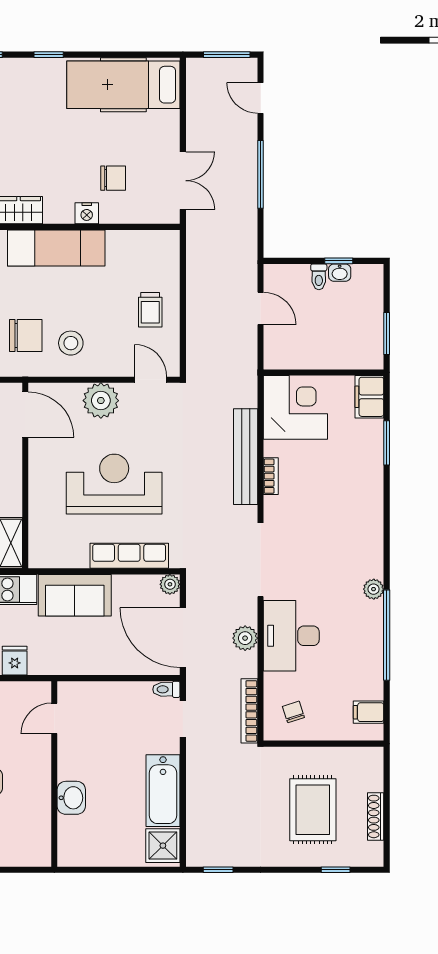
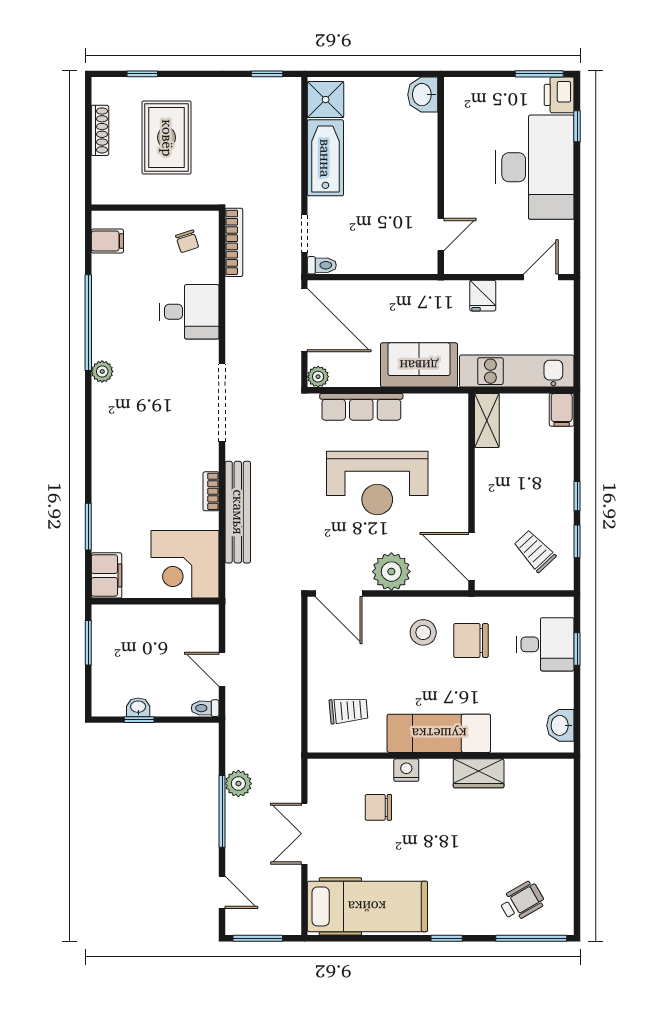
double door: (183, 181) -> (304, 834), moved
toilet: (319, 277) -> (205, 708), moved, turned -90
trolley: (150, 310) -> (348, 710), moved, turned 85
door: (151, 380) -> (339, 594), width x1.38
desk: (291, 636) -> (189, 312), width x0.73
plant: (245, 638) -> (238, 784), moved
washbasin: (71, 798) -> (423, 95), moved

